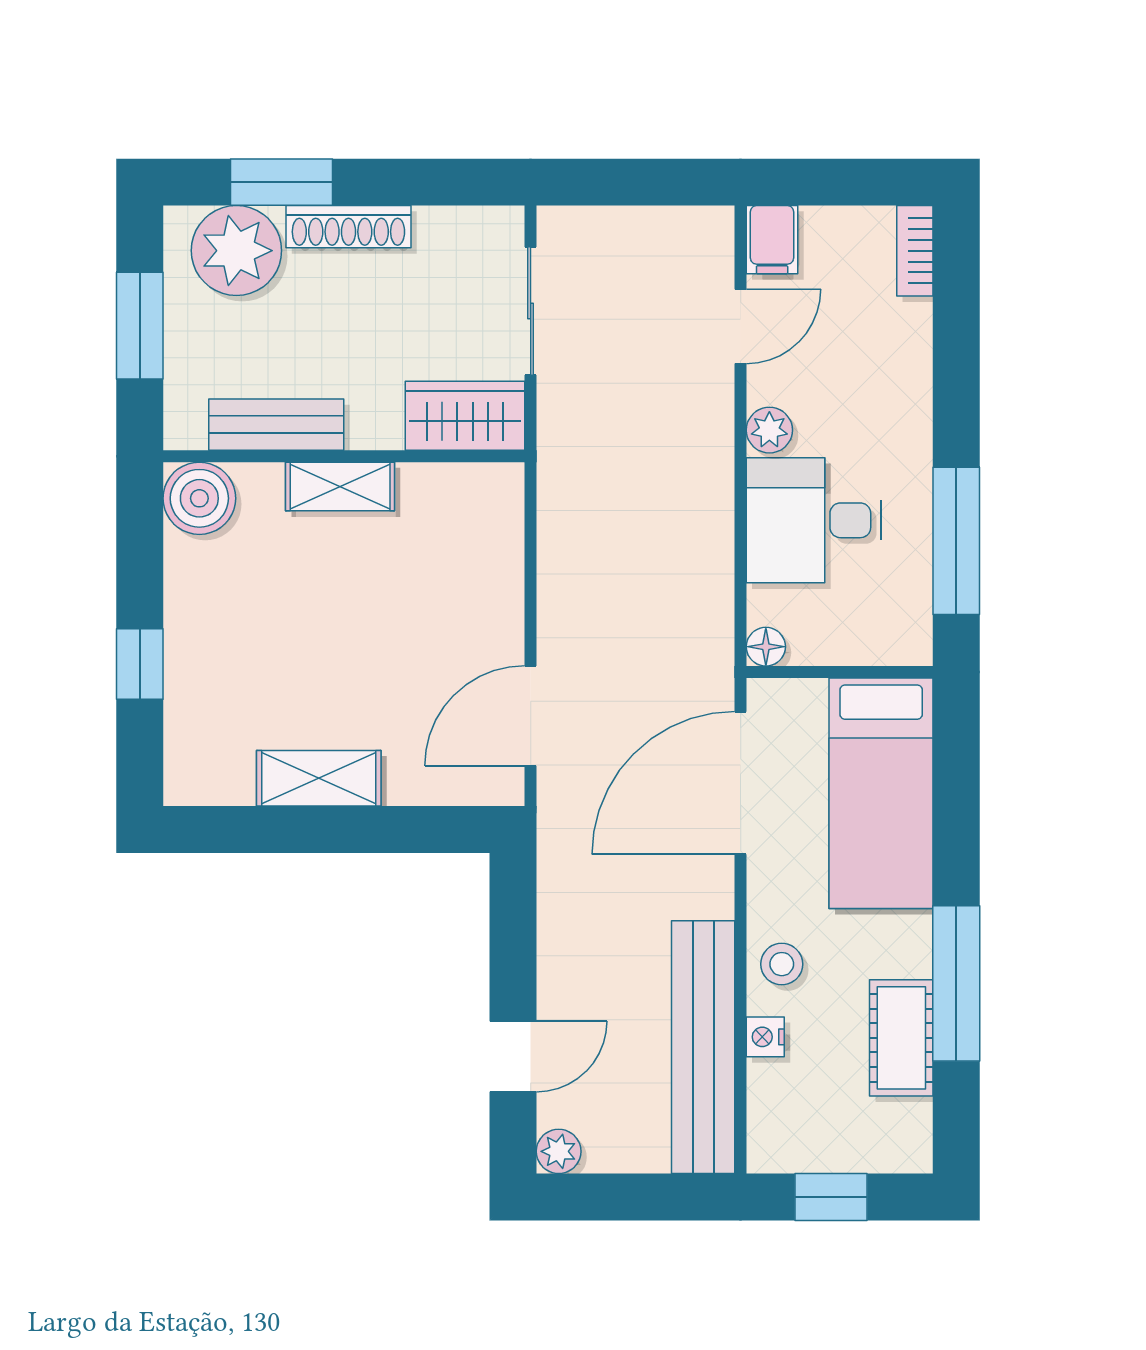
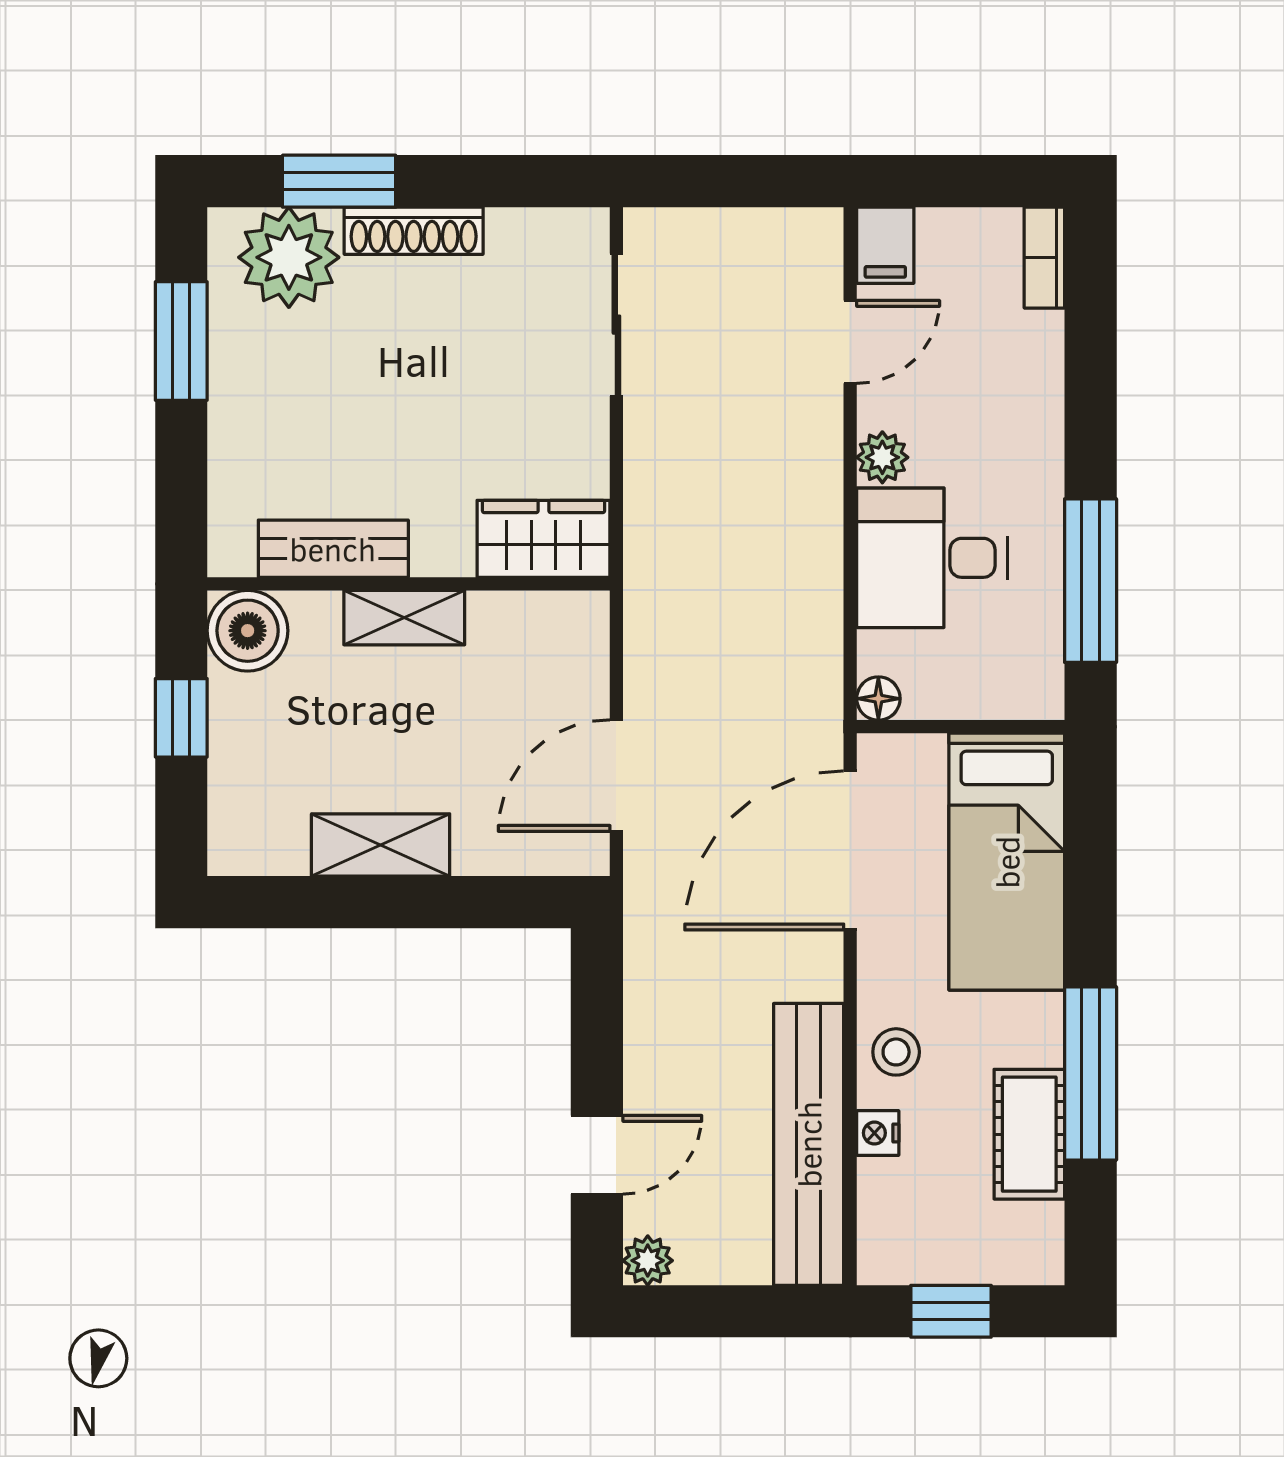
wardrobe: (465, 416) -> (544, 539), moved
bench: (276, 425) -> (333, 549), moved
wall: (344, 456) -> (409, 584), moved
shelving: (340, 487) -> (404, 618), moved
boiler: (199, 498) -> (248, 631), moved

